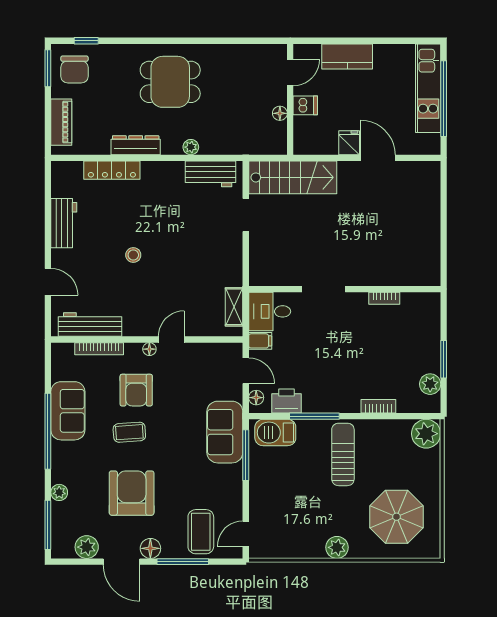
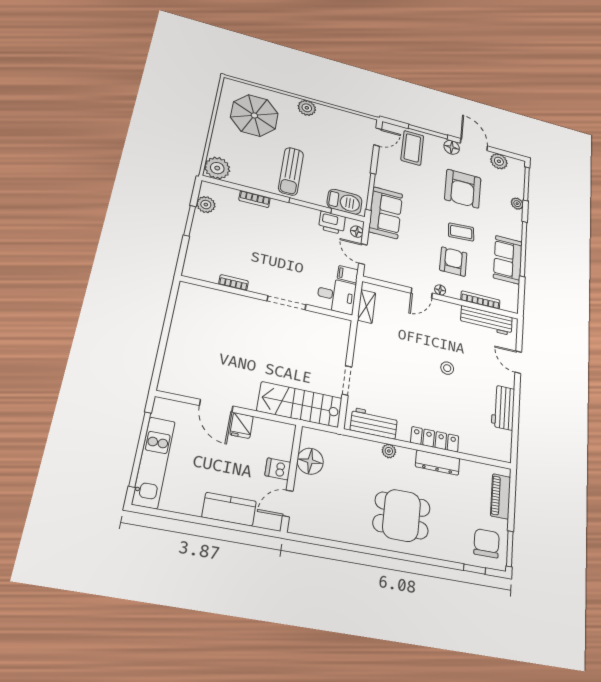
floor lamp: (280, 113) -> (310, 461), width x1.89, depth x1.89
locker: (112, 170) -> (435, 439), moved

